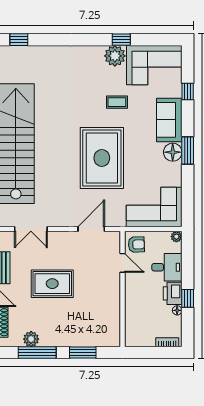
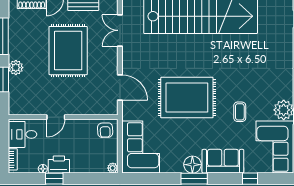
door: (123, 263) -> (56, 117), moved
desk: (167, 267) -> (23, 134), moved, turned 90
rug: (52, 284) -> (68, 51), width x1.37, depth x1.44
plant: (31, 339) -> (16, 68), moved

